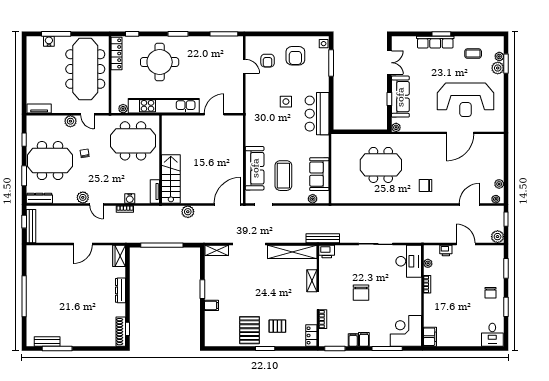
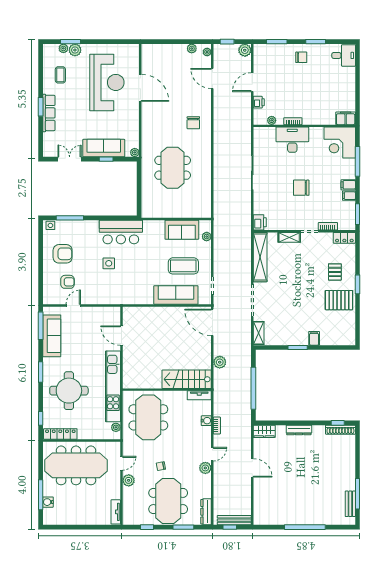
sofa: (214, 45) -> (52, 336), added
bench: (323, 238) -> (246, 226), removed
desk: (409, 261) -> (292, 140), moved
chair: (361, 293) -> (301, 188), turned 180

